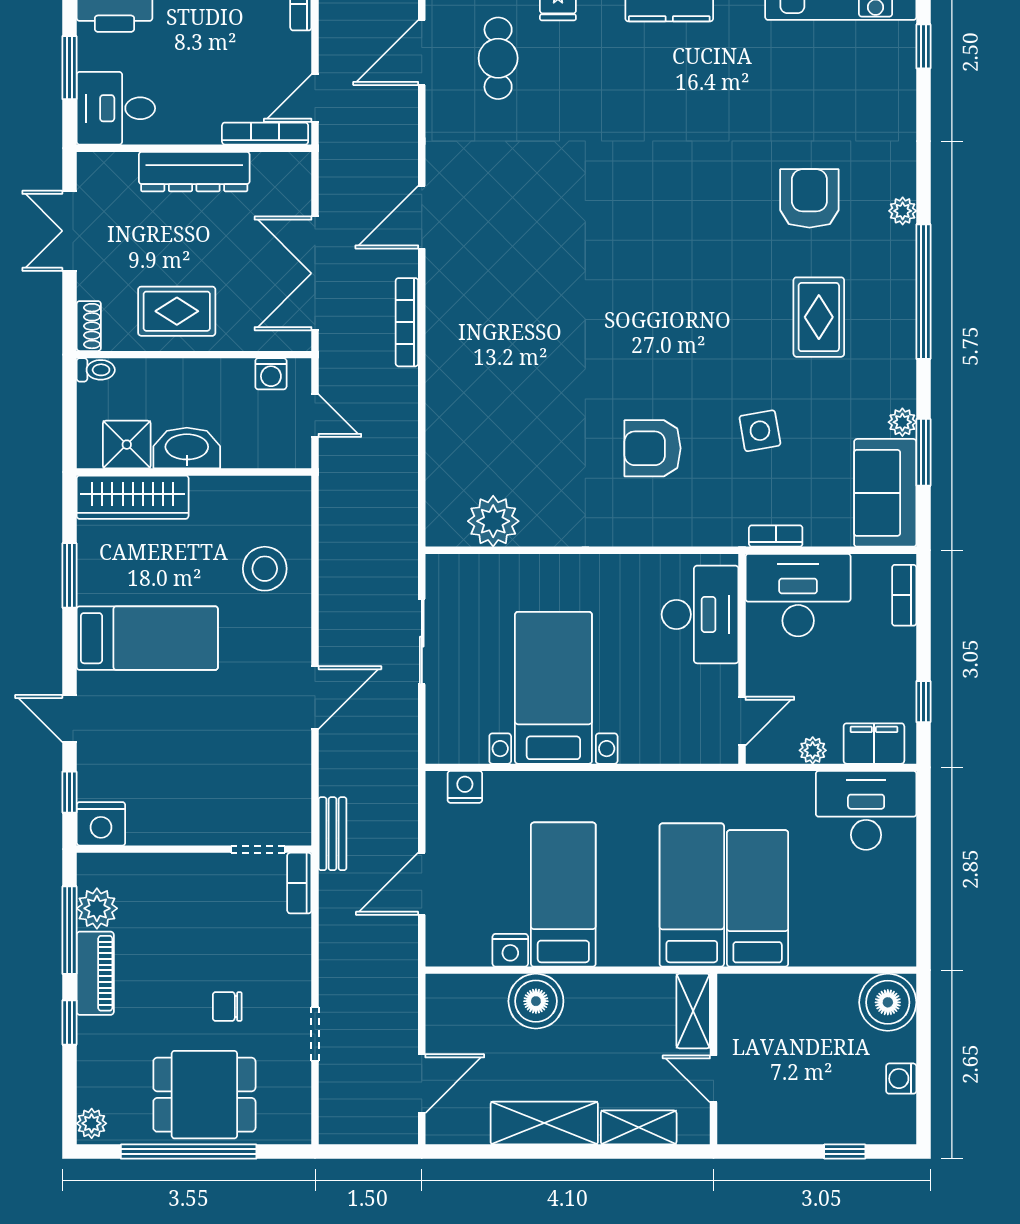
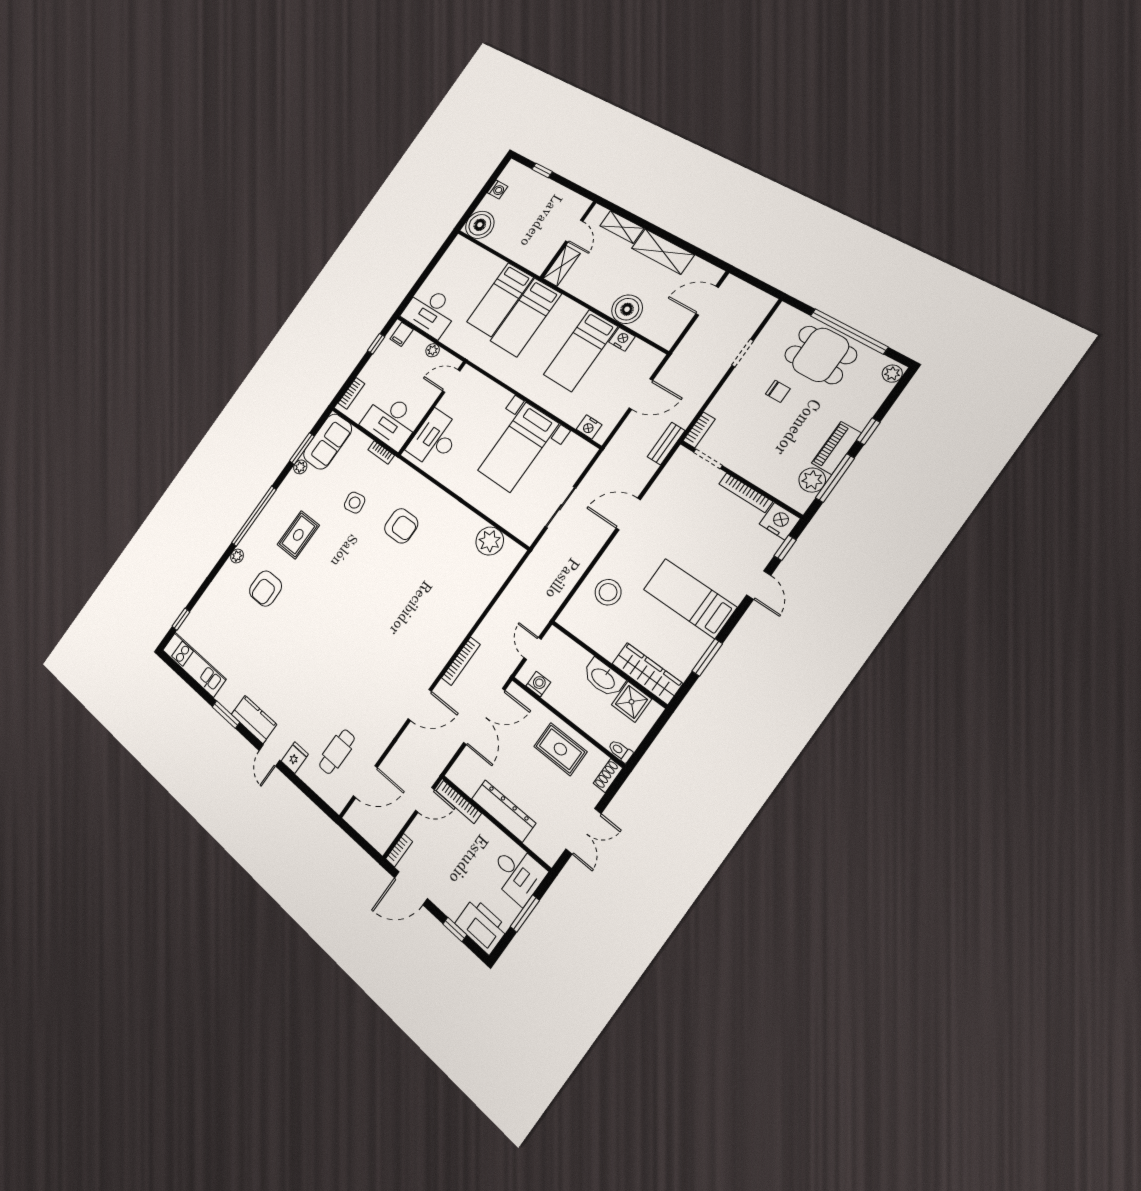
filing cabinet: (874, 744) -> (401, 334), width x0.50
bookcase: (173, 834) -> (746, 493), added

